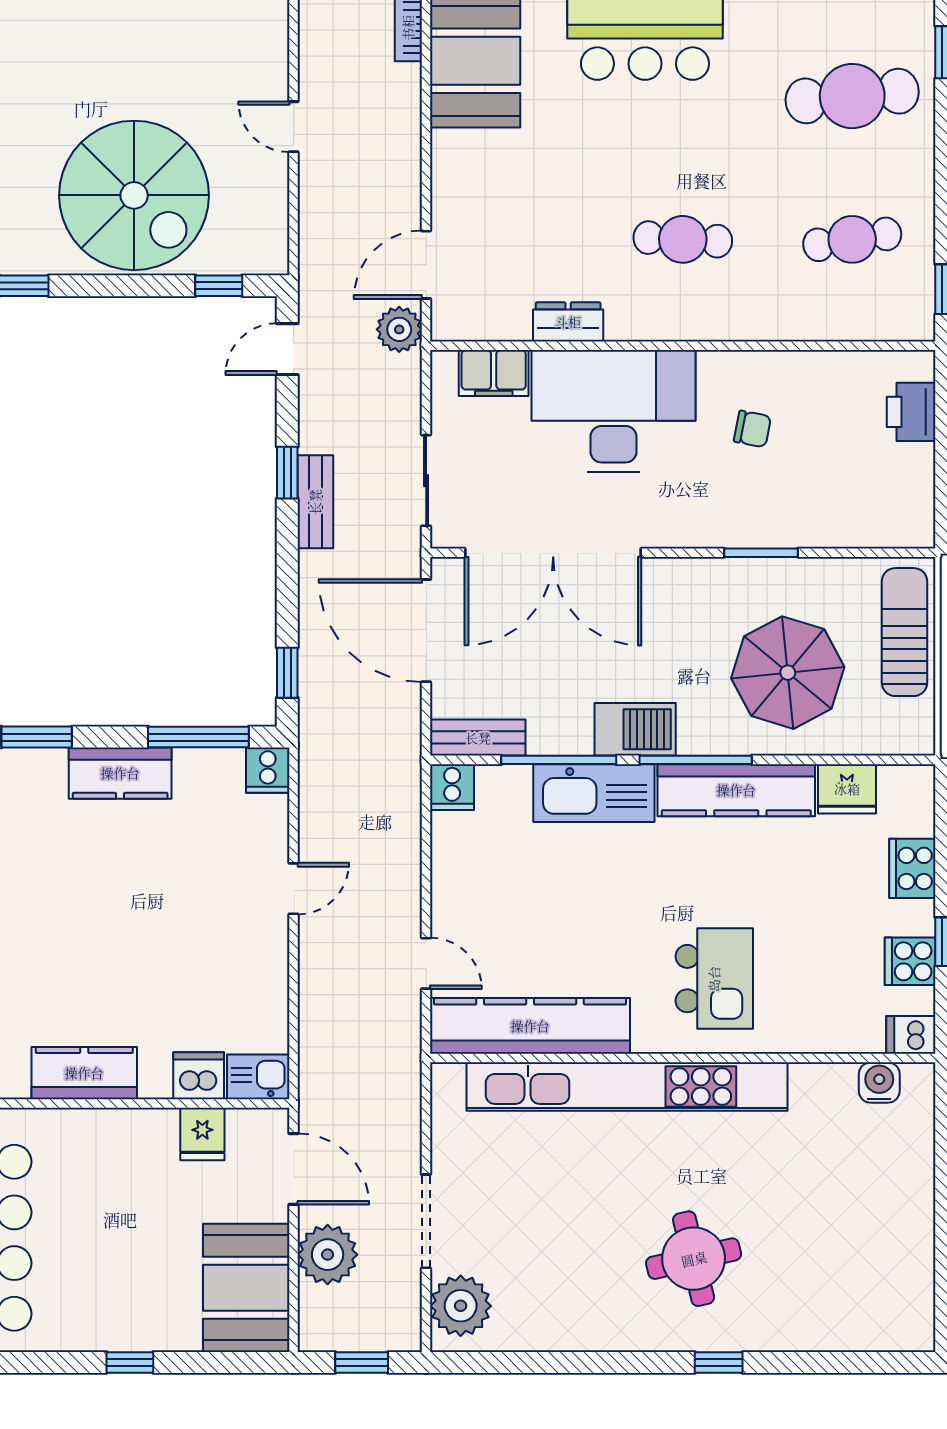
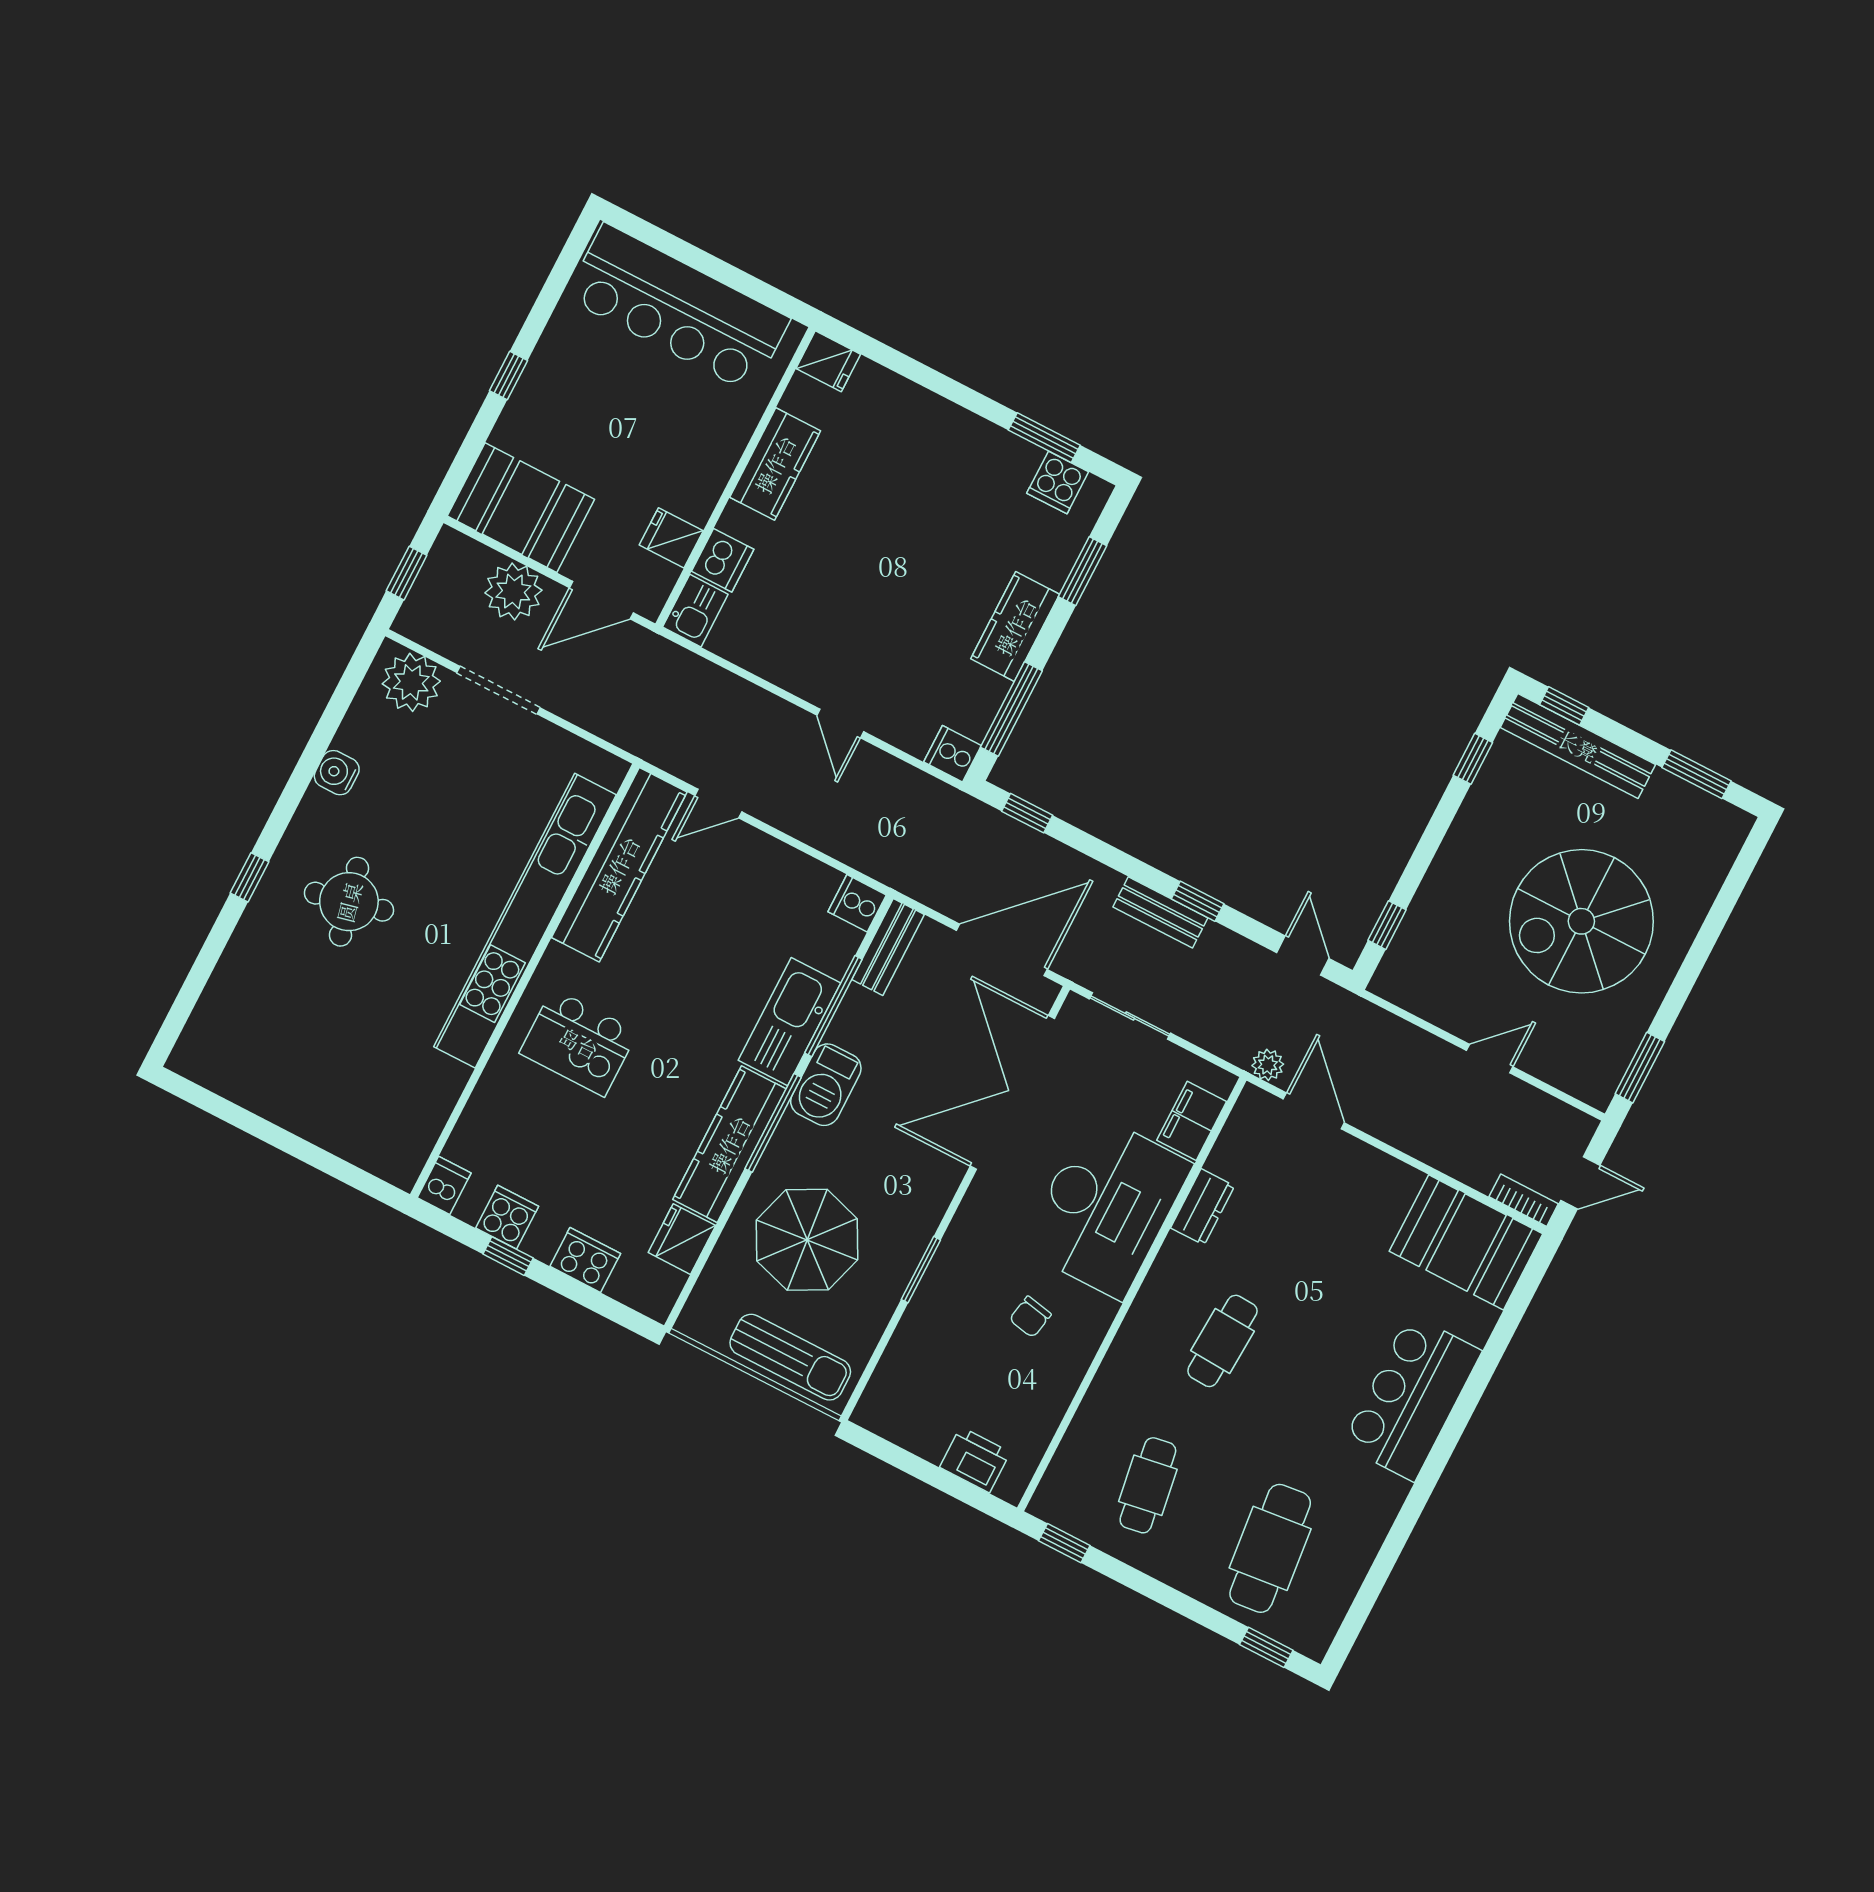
spiral stairs: (134, 195) -> (1581, 921), moved
plant: (399, 329) -> (1268, 1065), width x0.73, depth x0.73
water cooler: (879, 1083) -> (337, 773), moved, turned 180

